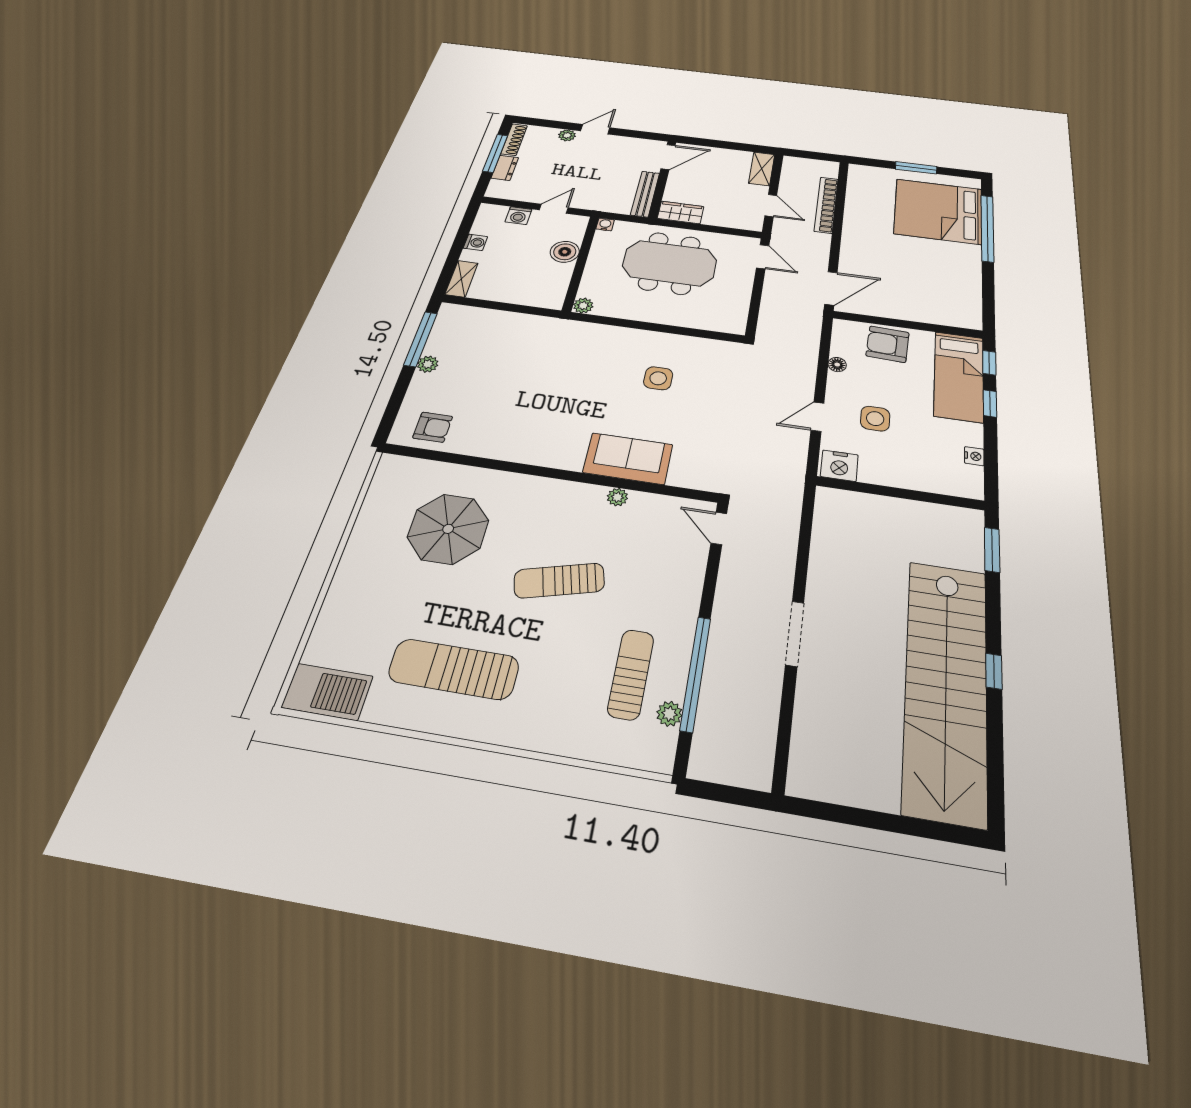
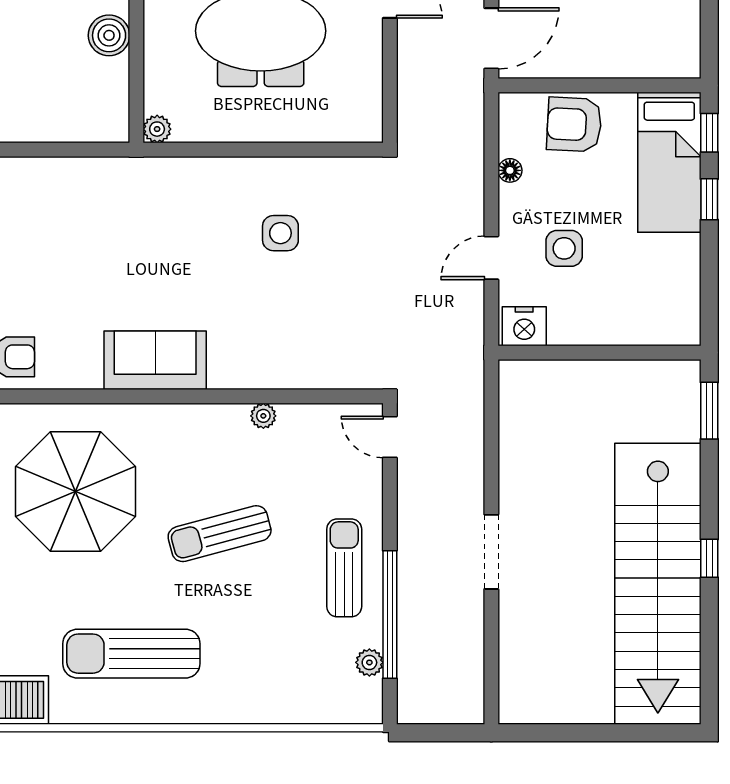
nightstand: (974, 456) -> (689, 284), removed
sofa: (628, 458) -> (155, 360), moved
parasol: (448, 529) -> (75, 491), width x1.36, depth x1.36
sun lounger: (631, 674) -> (344, 568), moved

